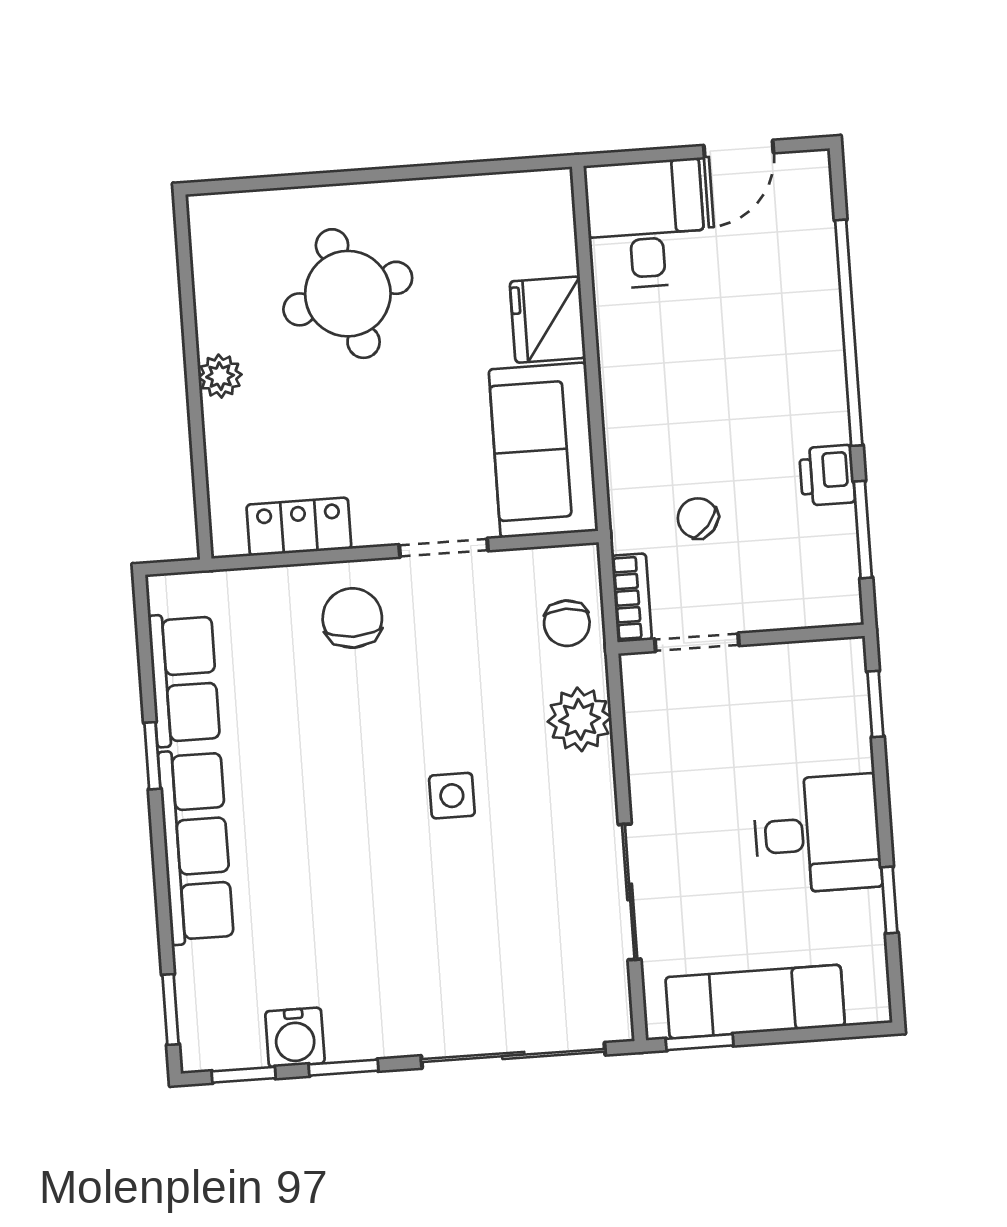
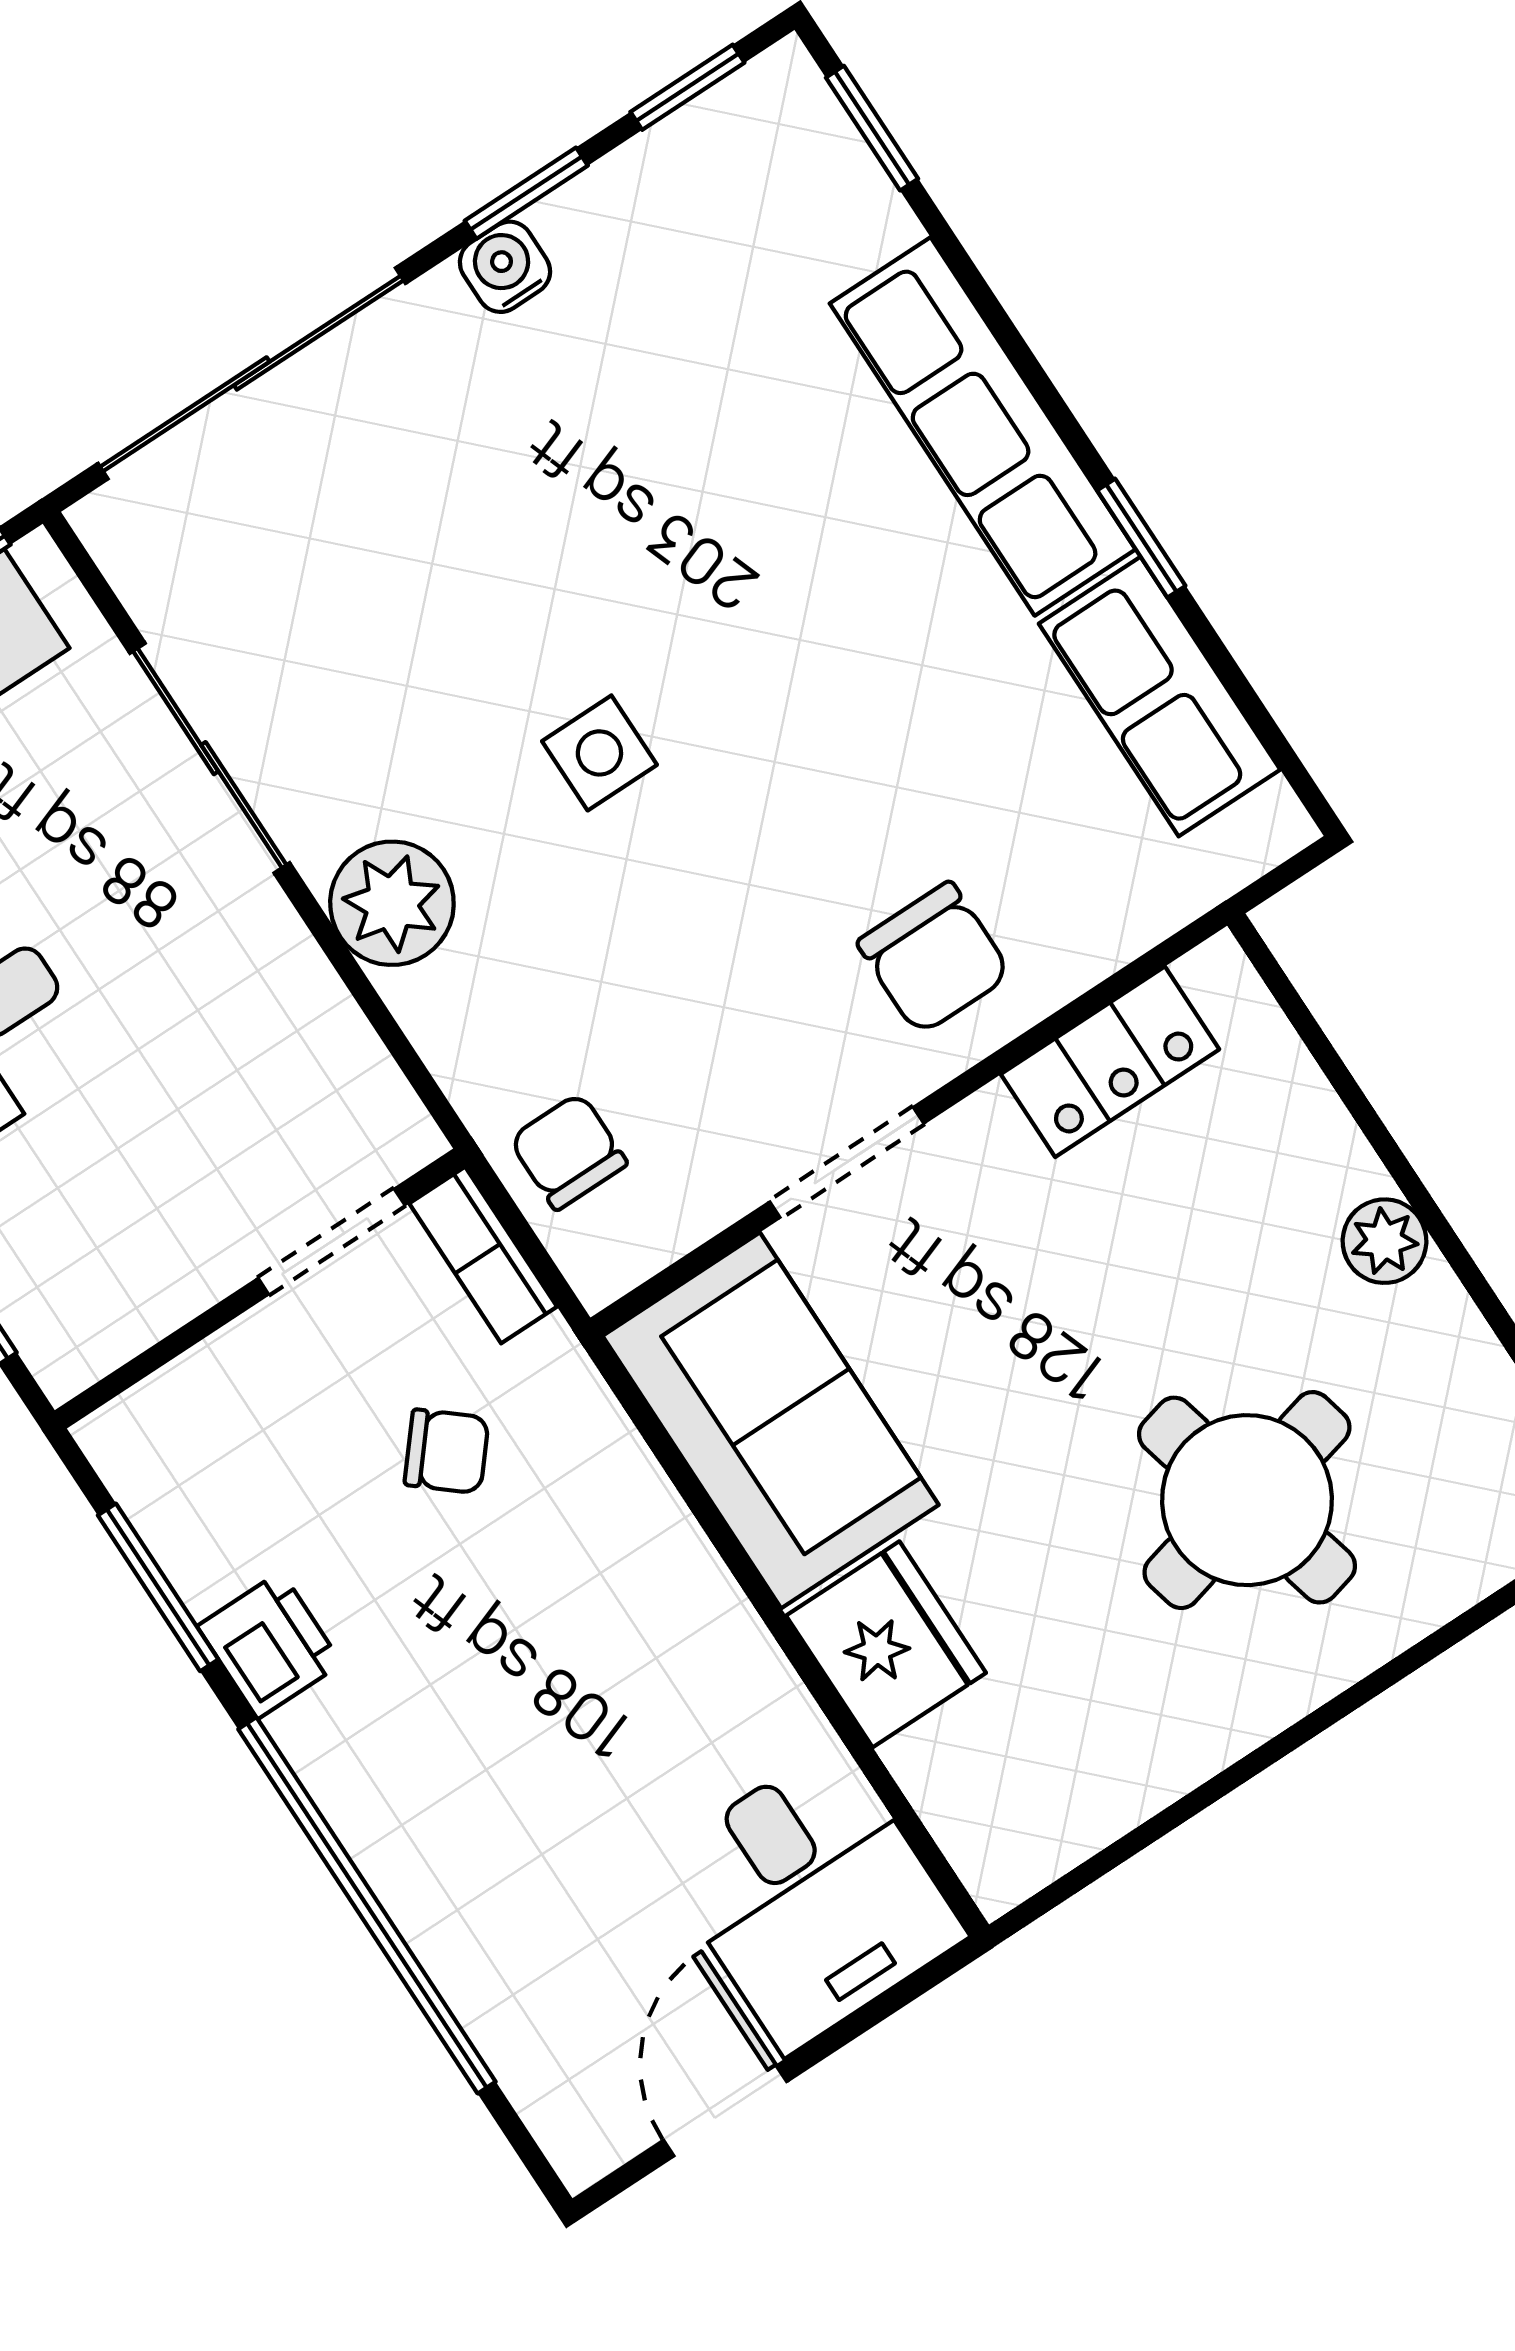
plant: (580, 719) -> (392, 903), moved
water cooler: (295, 1037) -> (505, 267), moved, width x0.72, depth x0.72

